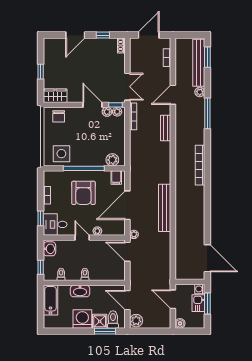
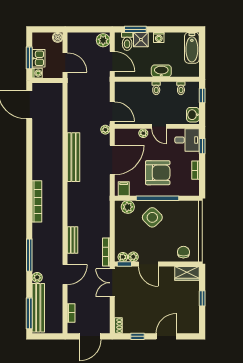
window: (207, 57) -> (29, 313), width x1.44
side table: (61, 154) -> (152, 217), moved, turned 45
armchair: (83, 193) -> (158, 173), turned 90
bathtub: (51, 300) -> (192, 48), moved
washing machine: (82, 319) -> (159, 37), width x0.53, depth x0.53

